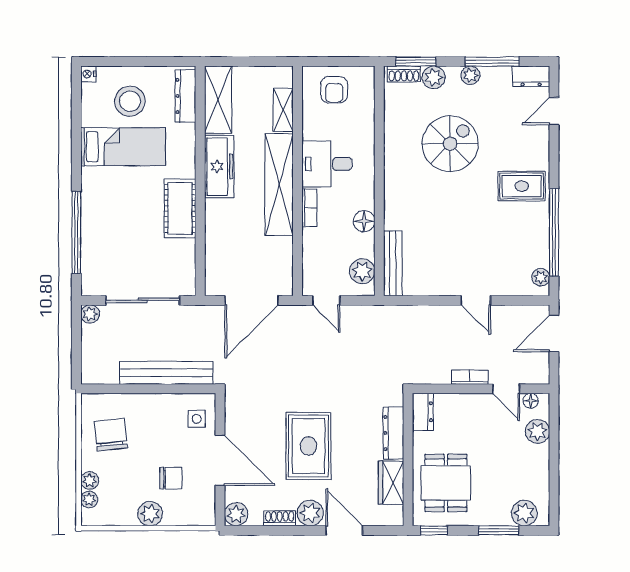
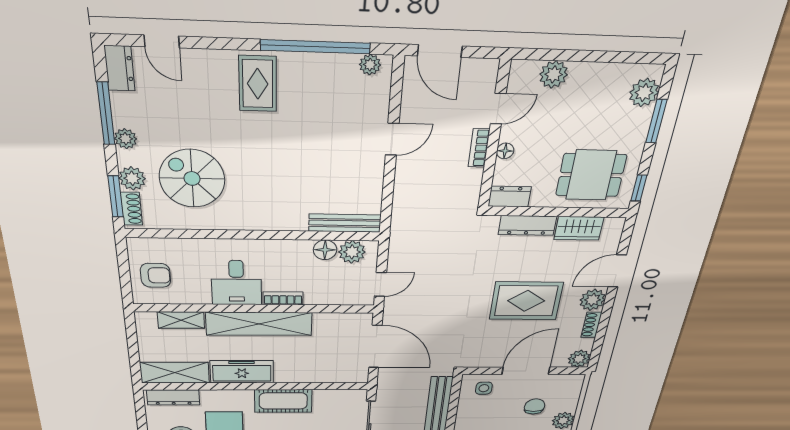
spiral stairs: (450, 144) -> (192, 178), moved
floor lamp: (364, 221) -> (325, 250), moved
floor lamp: (531, 401) -> (505, 151), moved

